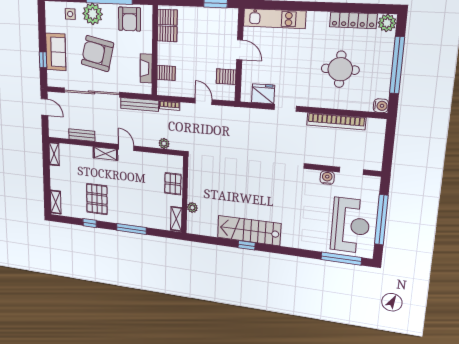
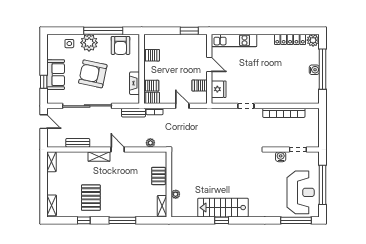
server rack: (167, 17) -> (152, 98), moved
round table: (340, 69) -> (284, 74), removed
fridge: (263, 94) -> (219, 89), moved, turned 90
bench: (140, 104) -> (134, 113), width x0.73
water cooler: (381, 106) -> (314, 70), moved

